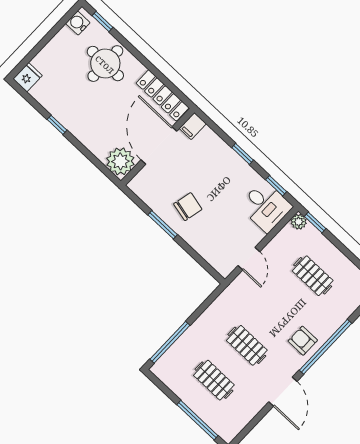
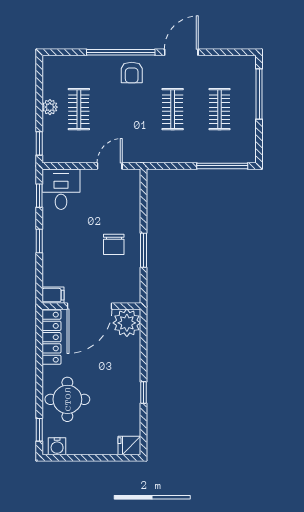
chair: (188, 207) -> (114, 244), turned -103
plant: (299, 222) -> (50, 107), moved

